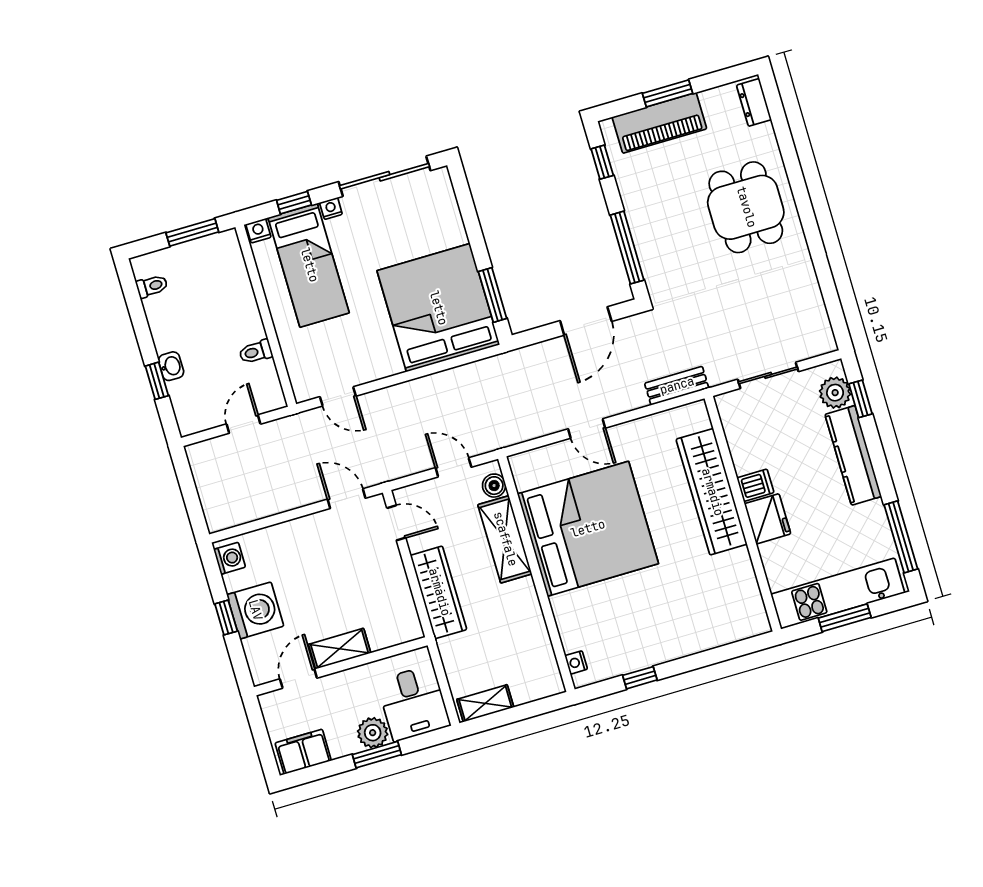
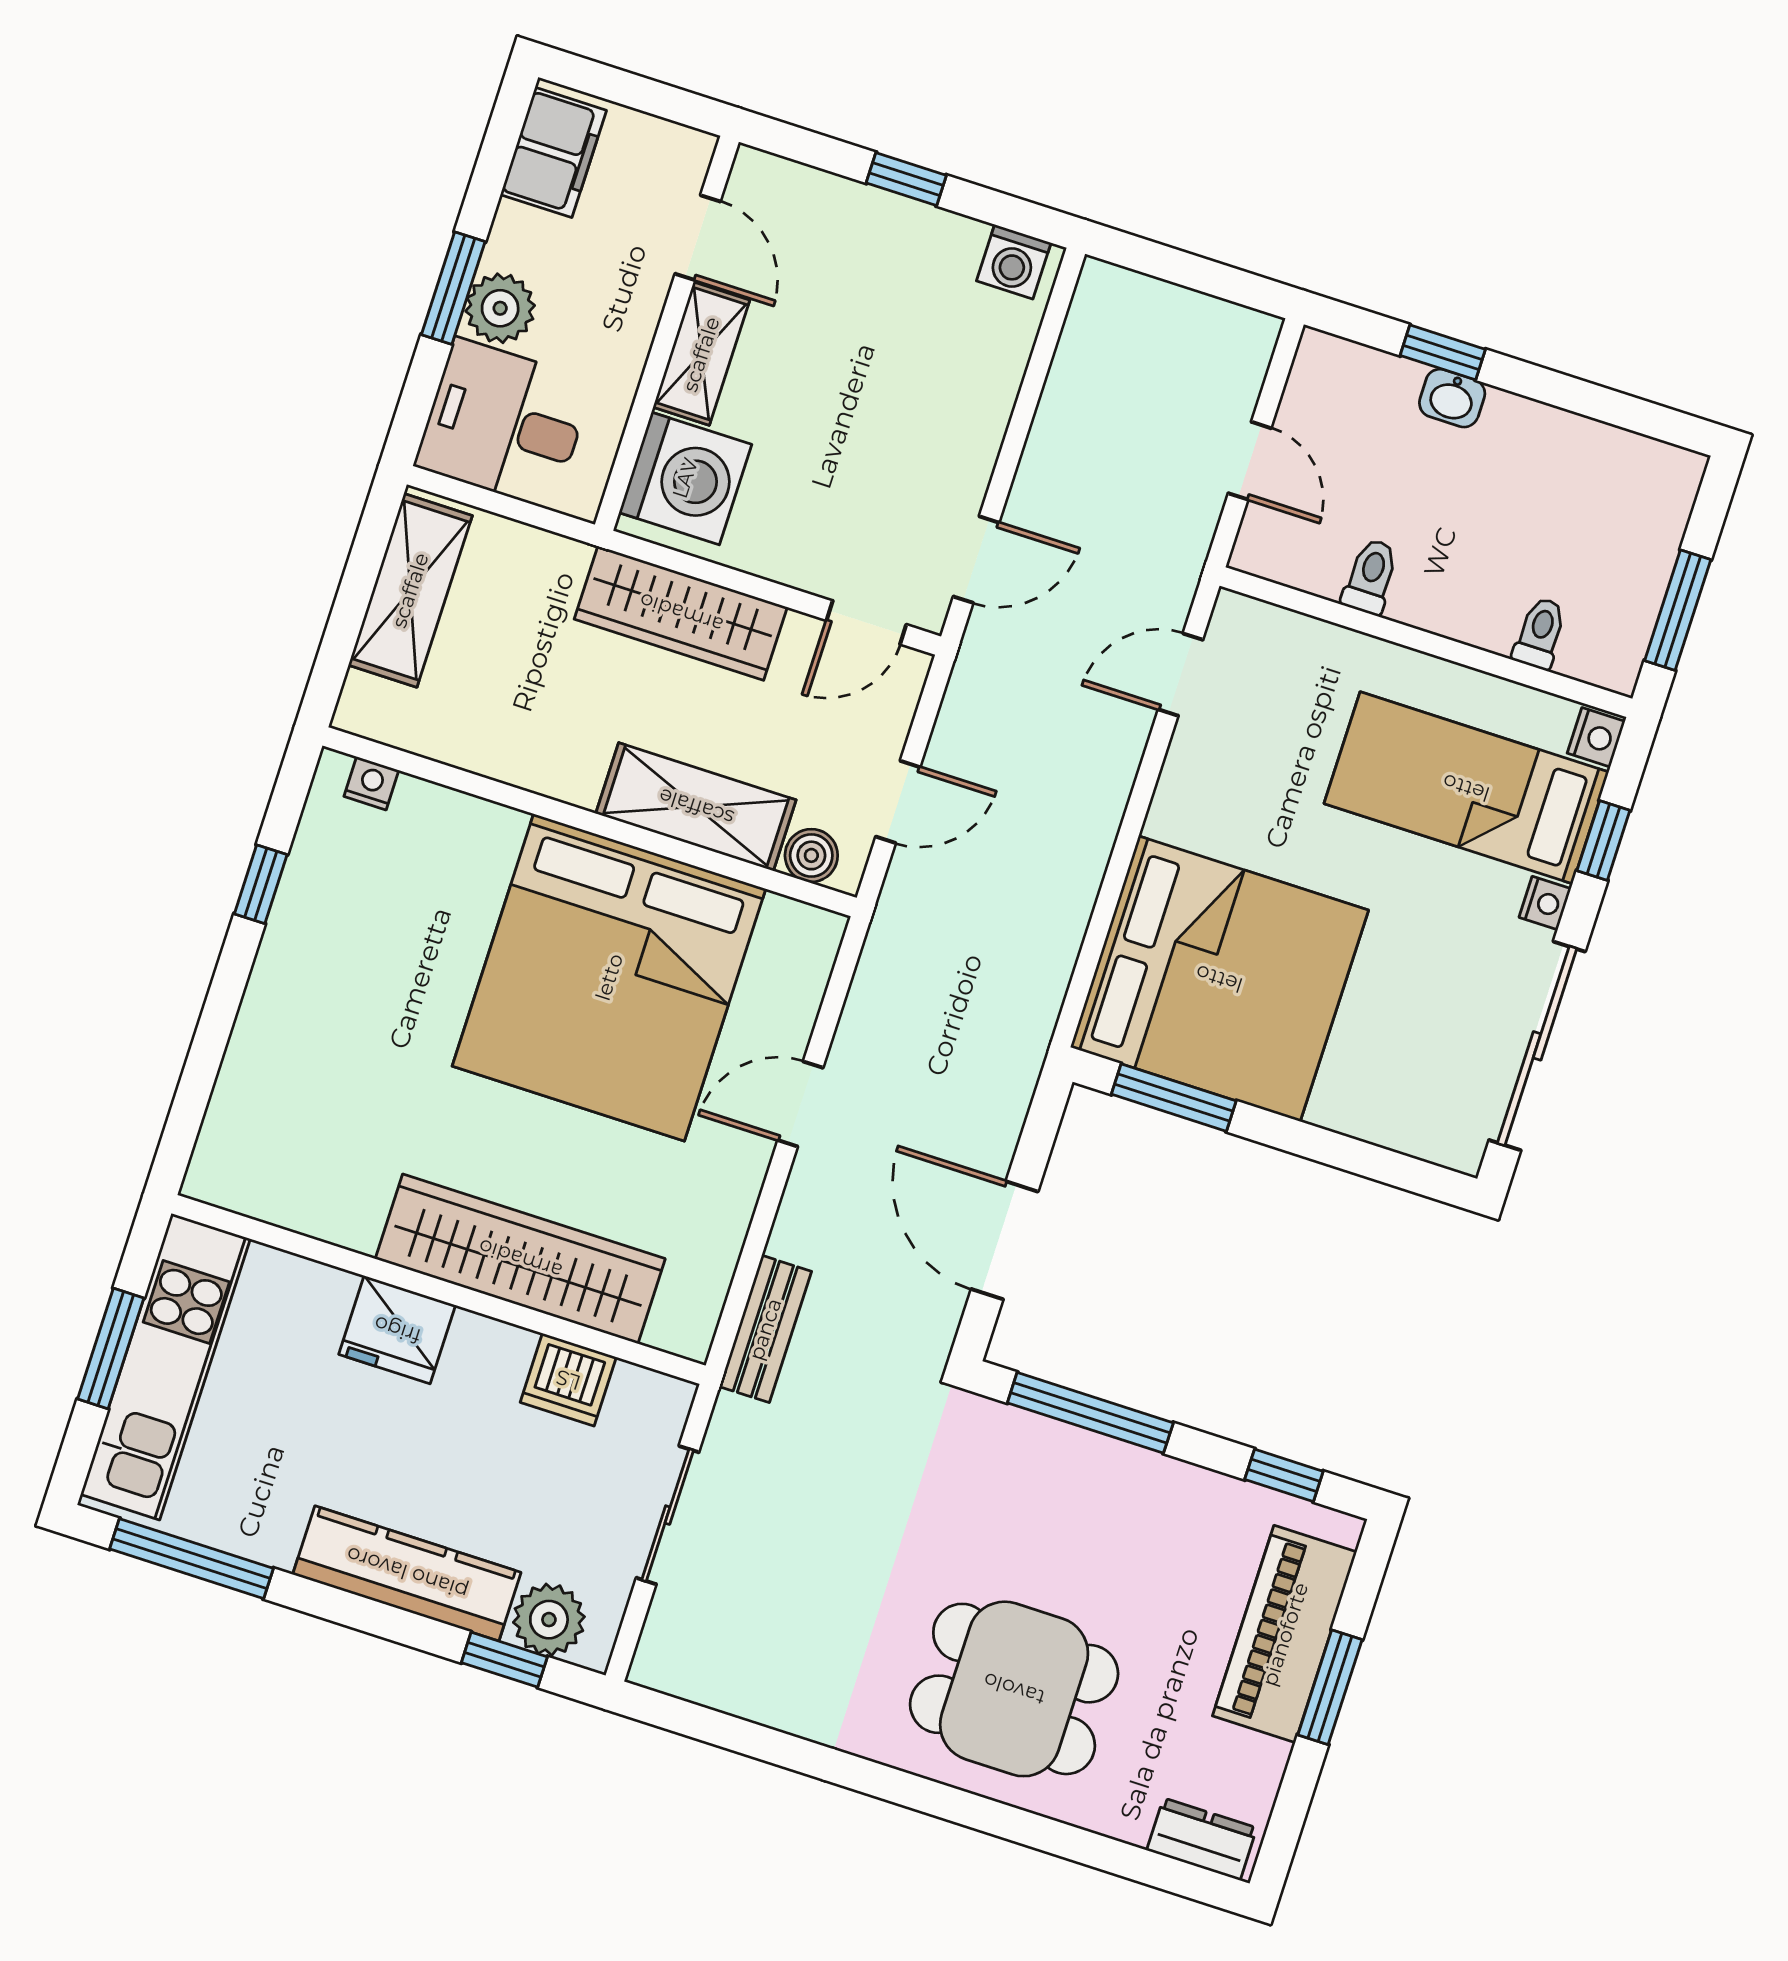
toilet: (152, 286) -> (1540, 633), moved, turned 180
dishwasher: (755, 485) -> (568, 1380), moved, width x1.38
washing machine: (255, 610) -> (685, 478), moved, turned -90
shelving: (485, 703) -> (410, 590), width x1.50, depth x1.33

